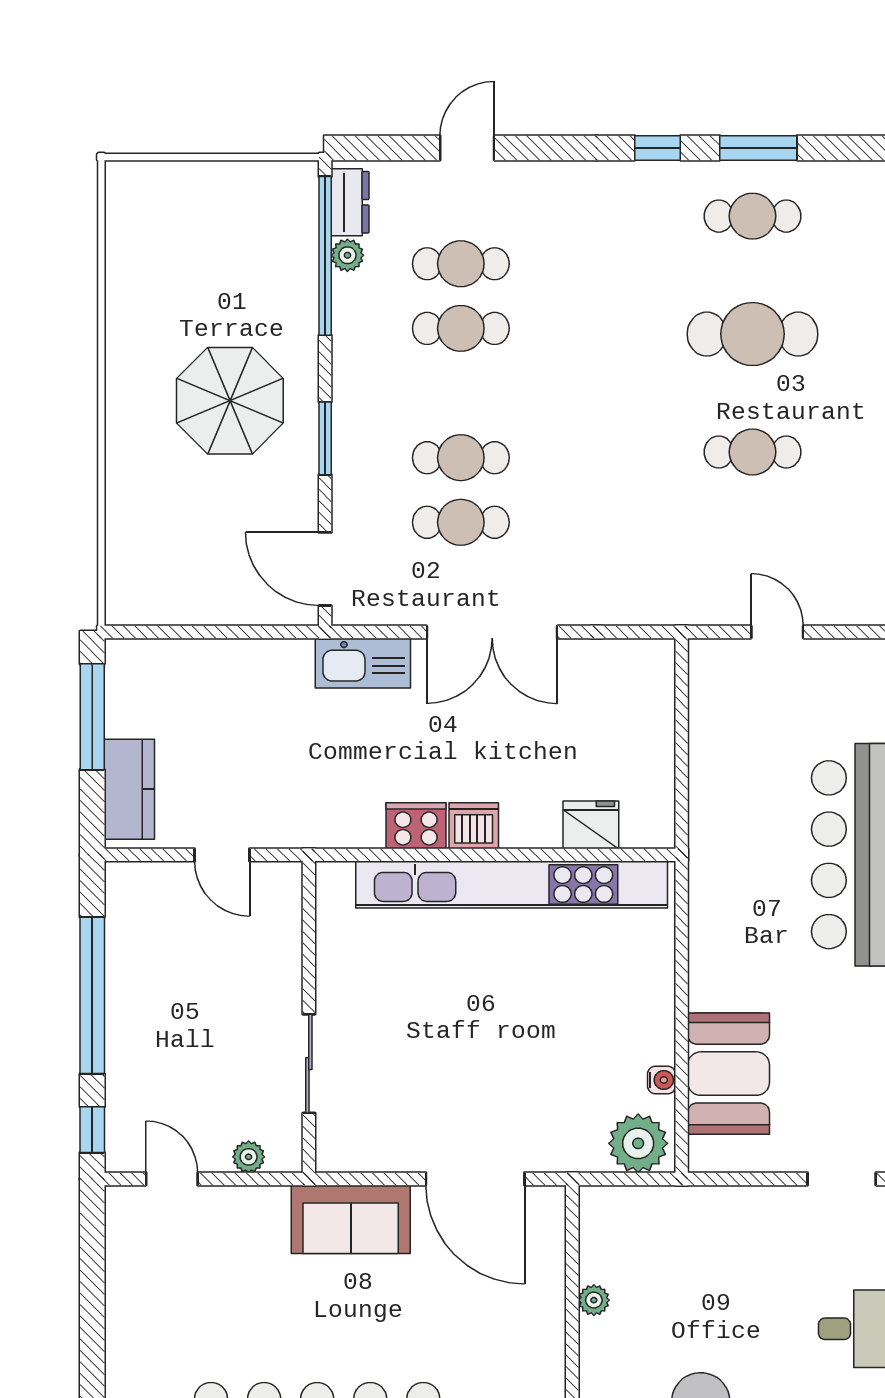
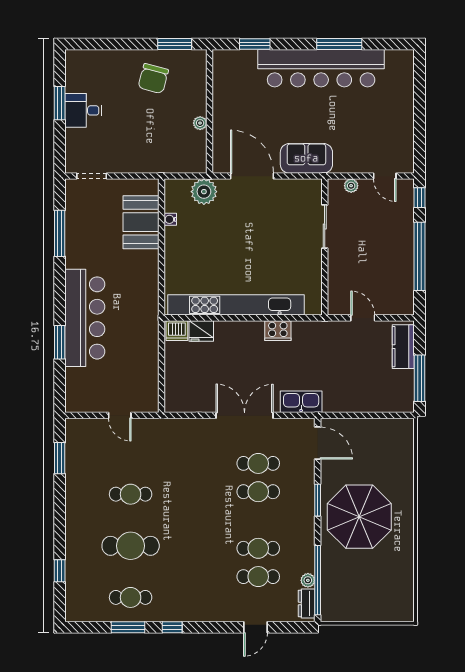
parasol: (230, 401) -> (359, 517), width x1.36, depth x1.36
dishwasher: (474, 826) -> (177, 331), moved
plant: (638, 1143) -> (204, 192), moved

